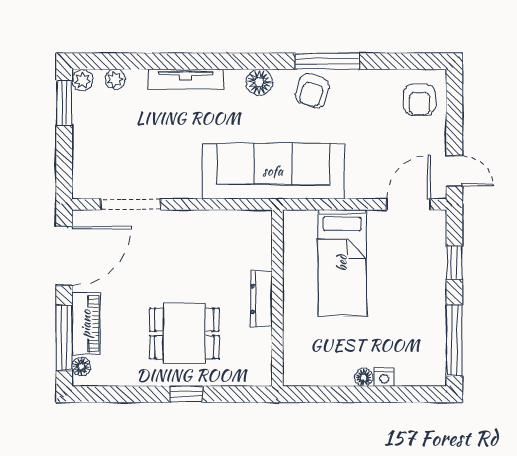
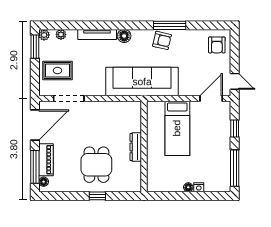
floor lamp: (259, 82) -> (124, 36), moved
armchair: (312, 91) -> (162, 40), turned -94
rug: (108, 150) -> (57, 70), added
dining table: (184, 333) -> (96, 165), turned 90

